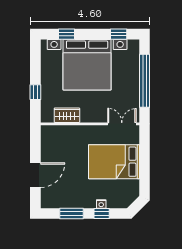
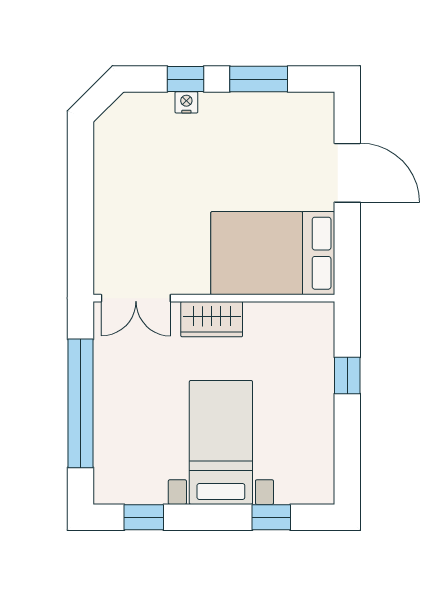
bed with nightstands: (87, 65) -> (221, 442), width x0.54
wardrobe: (67, 115) -> (212, 319), moved
bed: (114, 162) -> (273, 253), moved, turned 180
door: (35, 175) -> (347, 173), swing flipped

